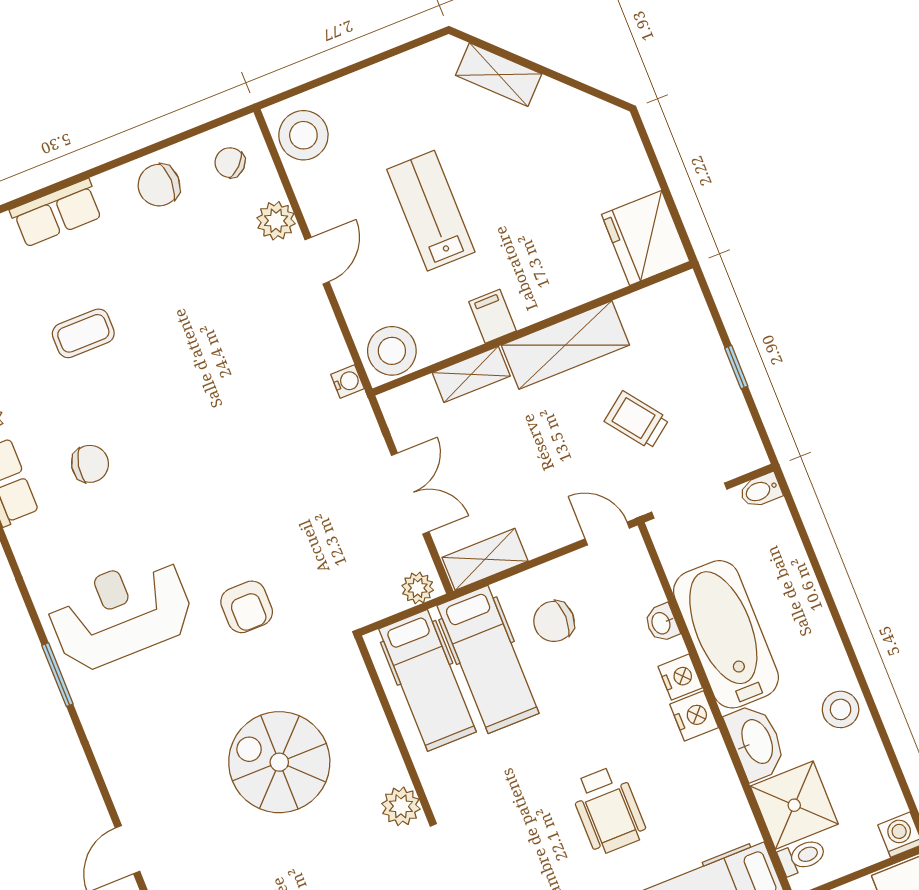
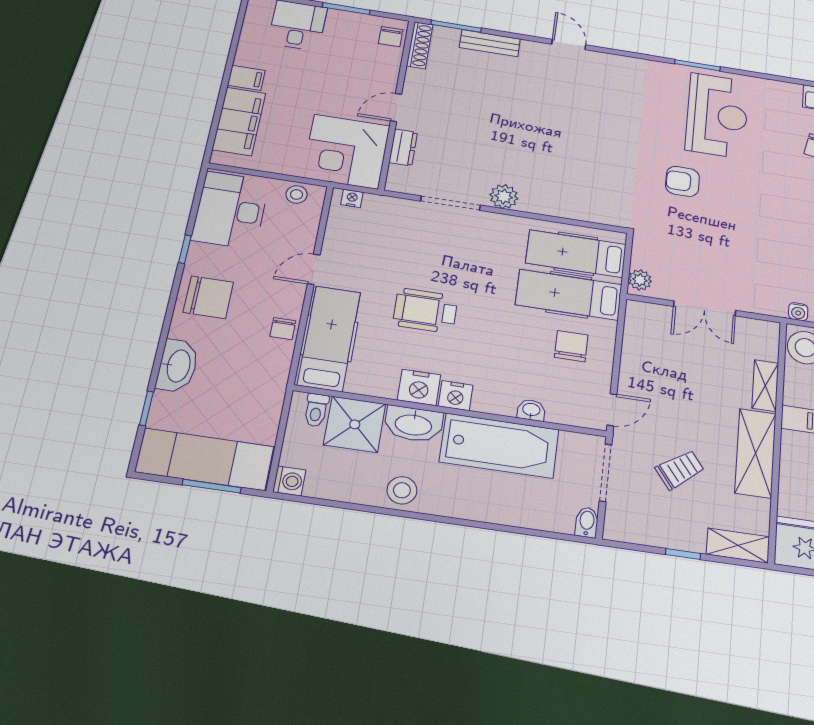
shelving: (485, 559) -> (738, 546), moved, turned 90
nightstand: (680, 677) -> (419, 387), moved, width x1.36, depth x1.33
spiral stairs: (279, 762) -> (573, 148), removed

